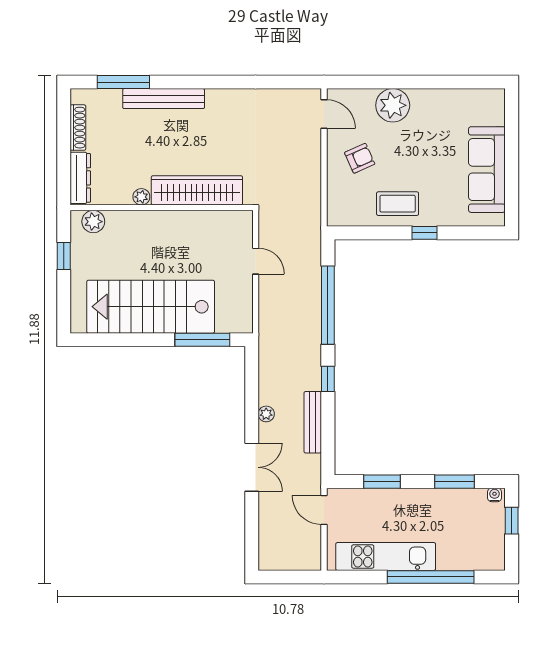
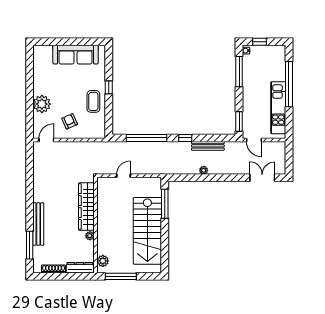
window: (64, 256) -> (121, 276), width x2.17
double door: (252, 467) -> (262, 178), moved
window: (382, 482) -> (239, 121), moved
window: (455, 482) -> (239, 72), width x1.44
door: (324, 510) -> (254, 140), hinge flipped

